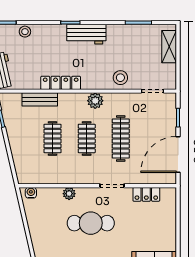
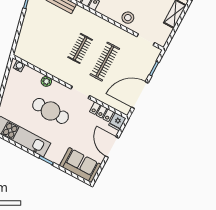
plant: (95, 101) -> (101, 24), removed
clothes rail: (53, 138) -> (56, 35), removed
fridge: (169, 196) -> (117, 122), added
door: (178, 227) -> (112, 147), added

